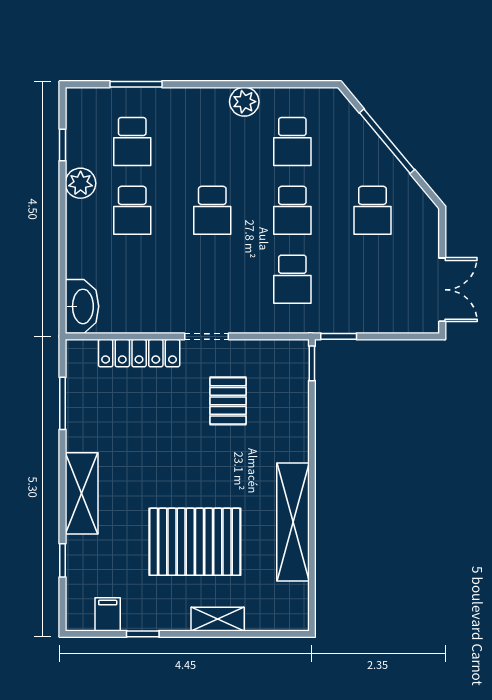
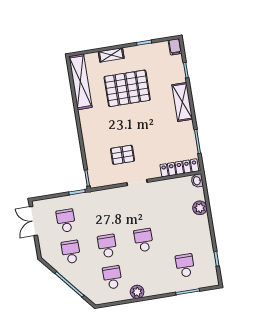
plant: (81, 183) -> (200, 208), moved
school desk: (132, 210) -> (180, 234), removed
school desk: (292, 279) -> (66, 221), moved
washbasin: (82, 306) -> (197, 181), width x0.52, depth x0.69
locker: (139, 353) -> (179, 168), moved
pallet: (228, 401) -> (122, 155), turned 90
shelving: (293, 522) -> (80, 82), moved
filing cabinet: (108, 614) -> (175, 47), moved

